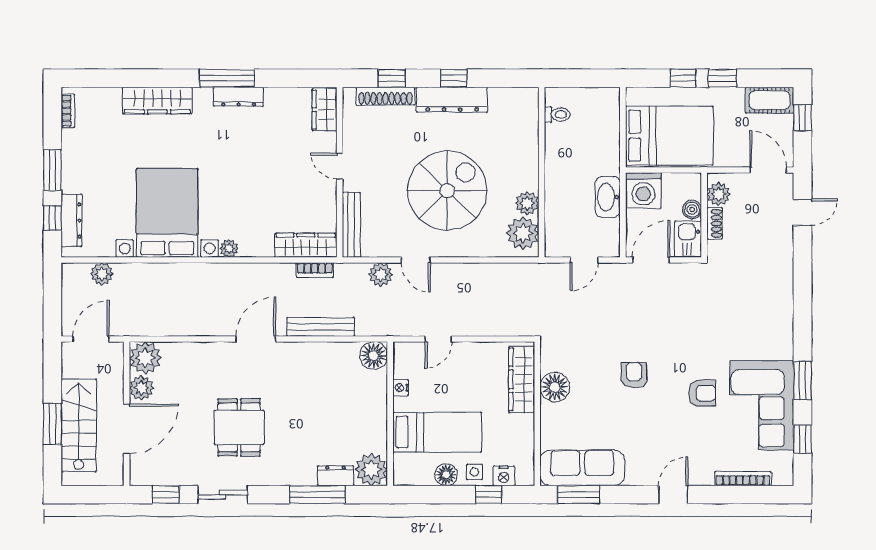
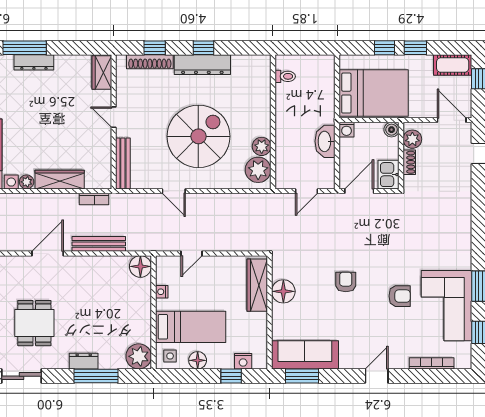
washing machine: (643, 190) -> (347, 130), width x0.53, depth x0.53
boiler: (692, 210) -> (392, 130), moved
wardrobe: (306, 245) -> (60, 180), moved
plant: (381, 275) -> (146, 203), removed
side table: (474, 472) -> (170, 356), moved
dresser: (336, 476) -> (84, 361), moved

